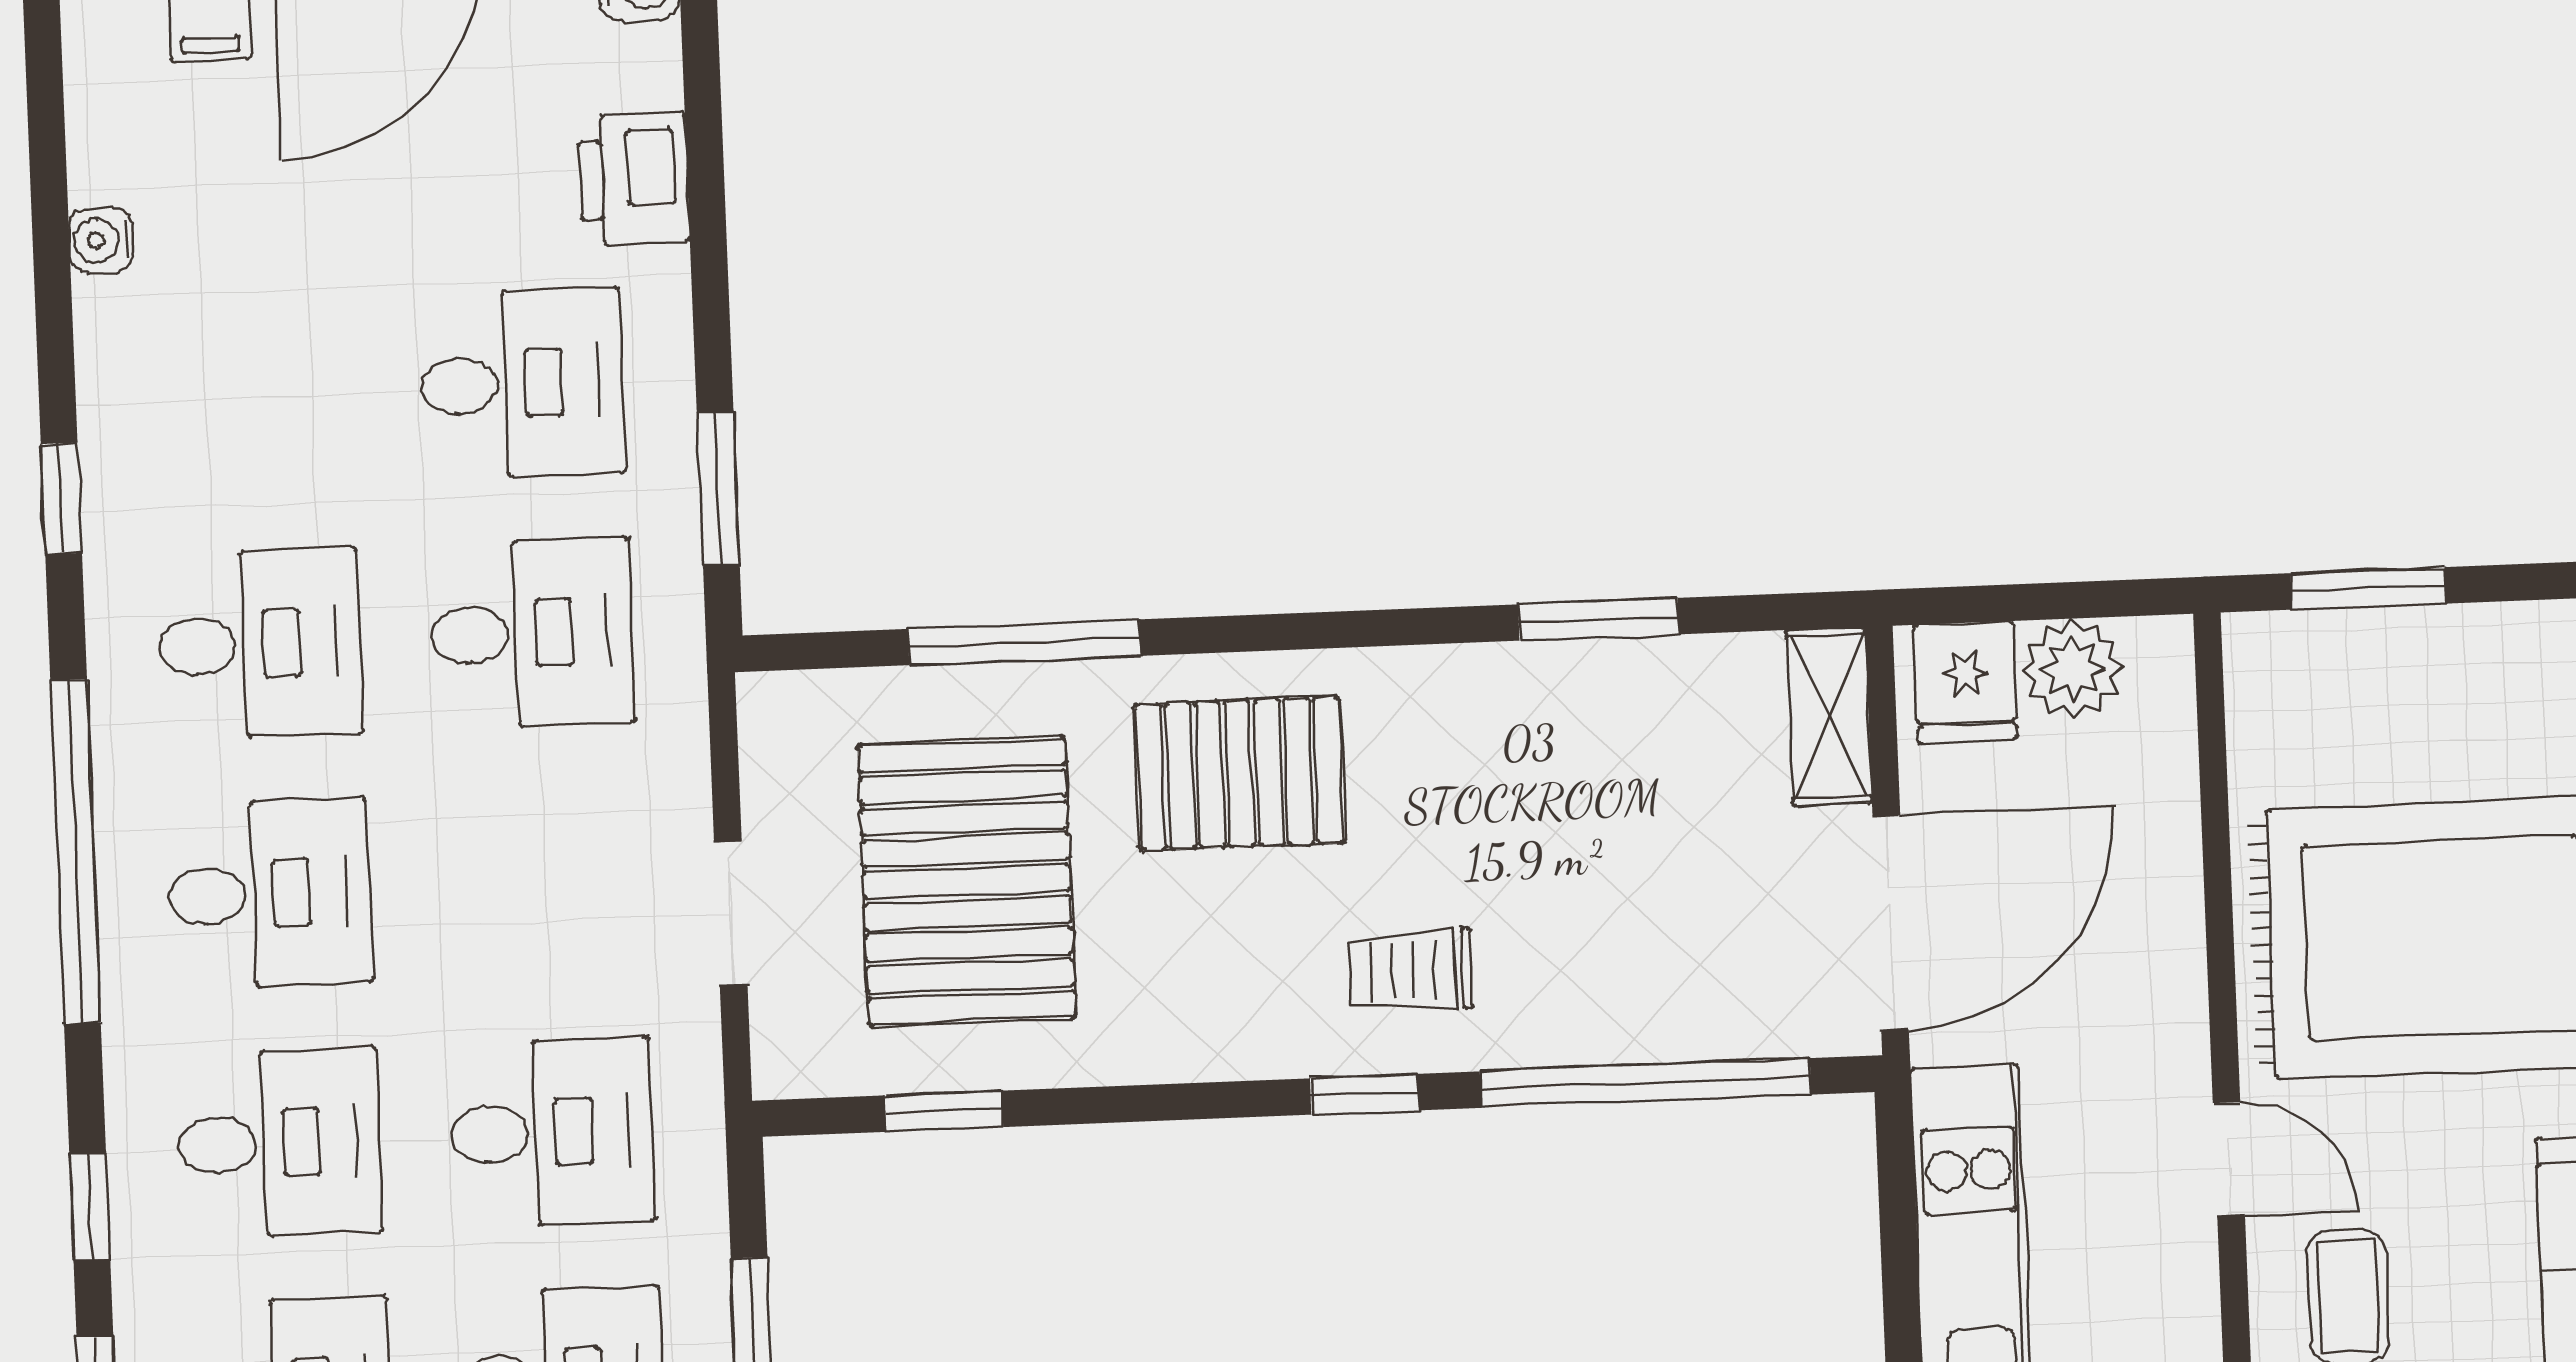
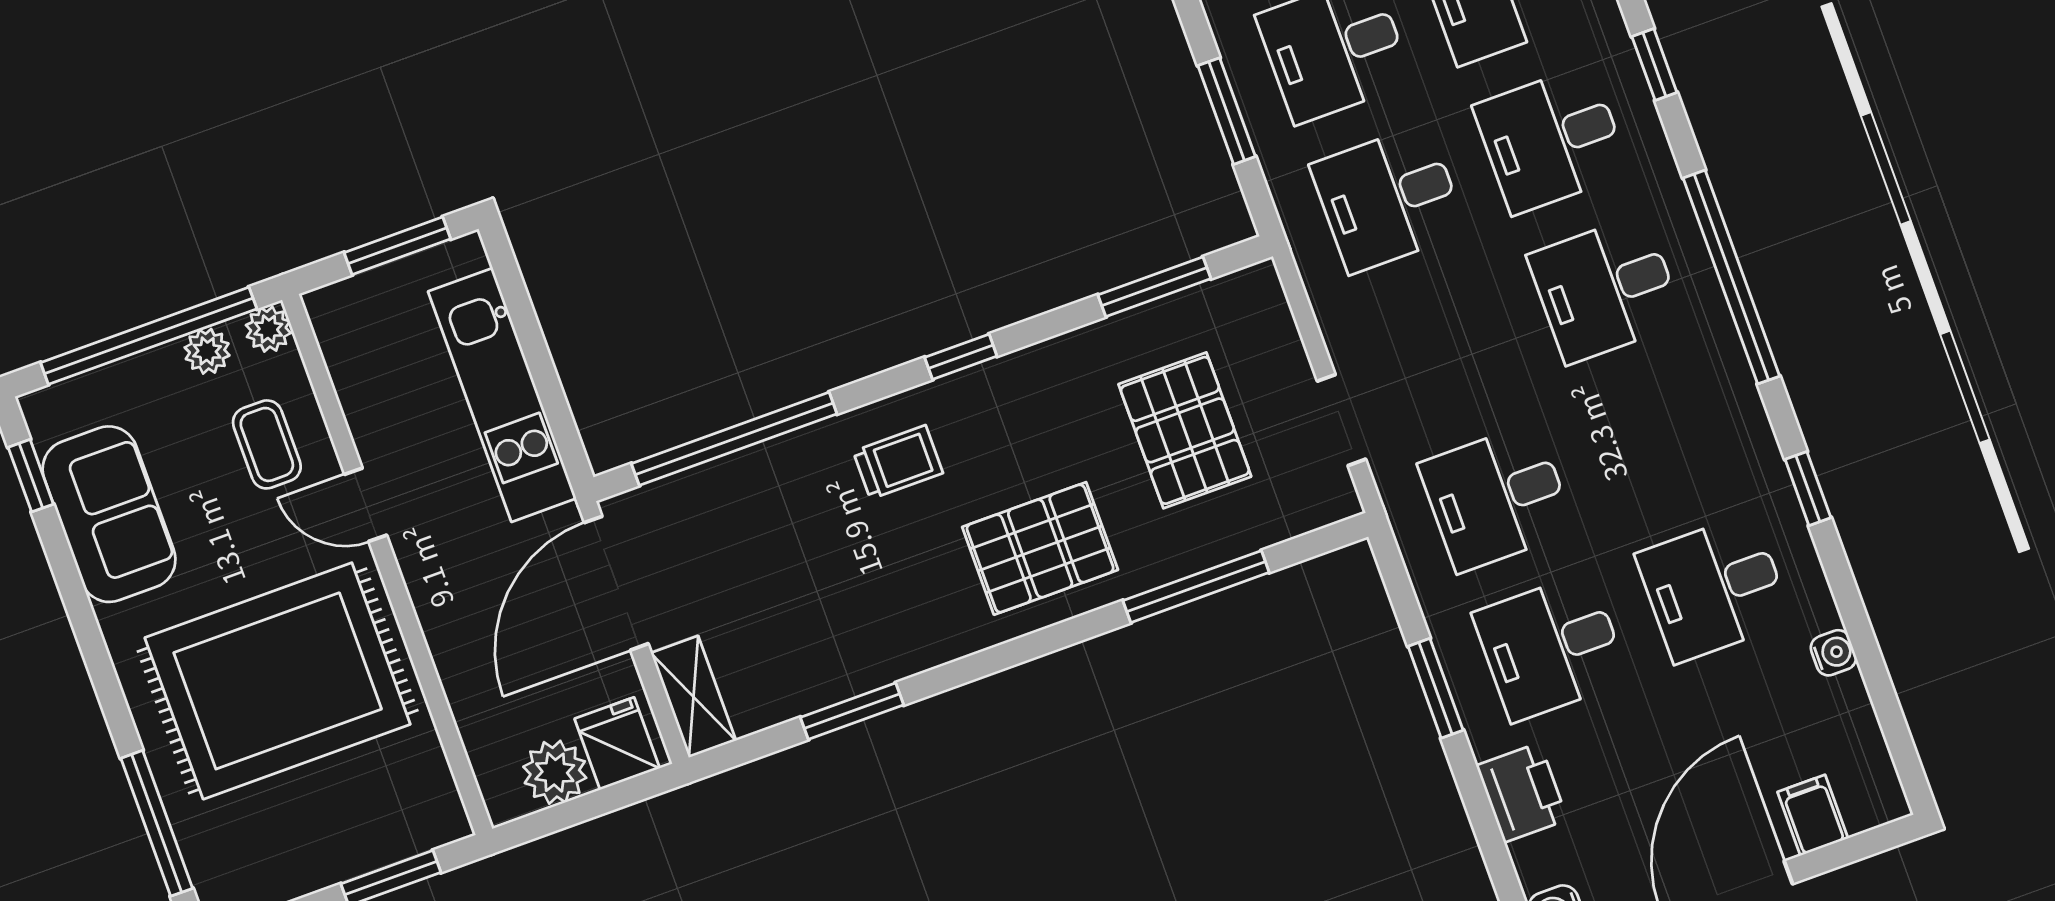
window: (718, 489) -> (1436, 688), moved
desk: (260, 644) -> (1714, 588), moved
pallet: (967, 882) -> (1185, 430), width x0.73, depth x0.71
doorway: (731, 913) -> (1342, 420), moved
window: (1364, 1094) -> (961, 357), moved
window: (944, 1111) -> (1154, 287), width x1.50

